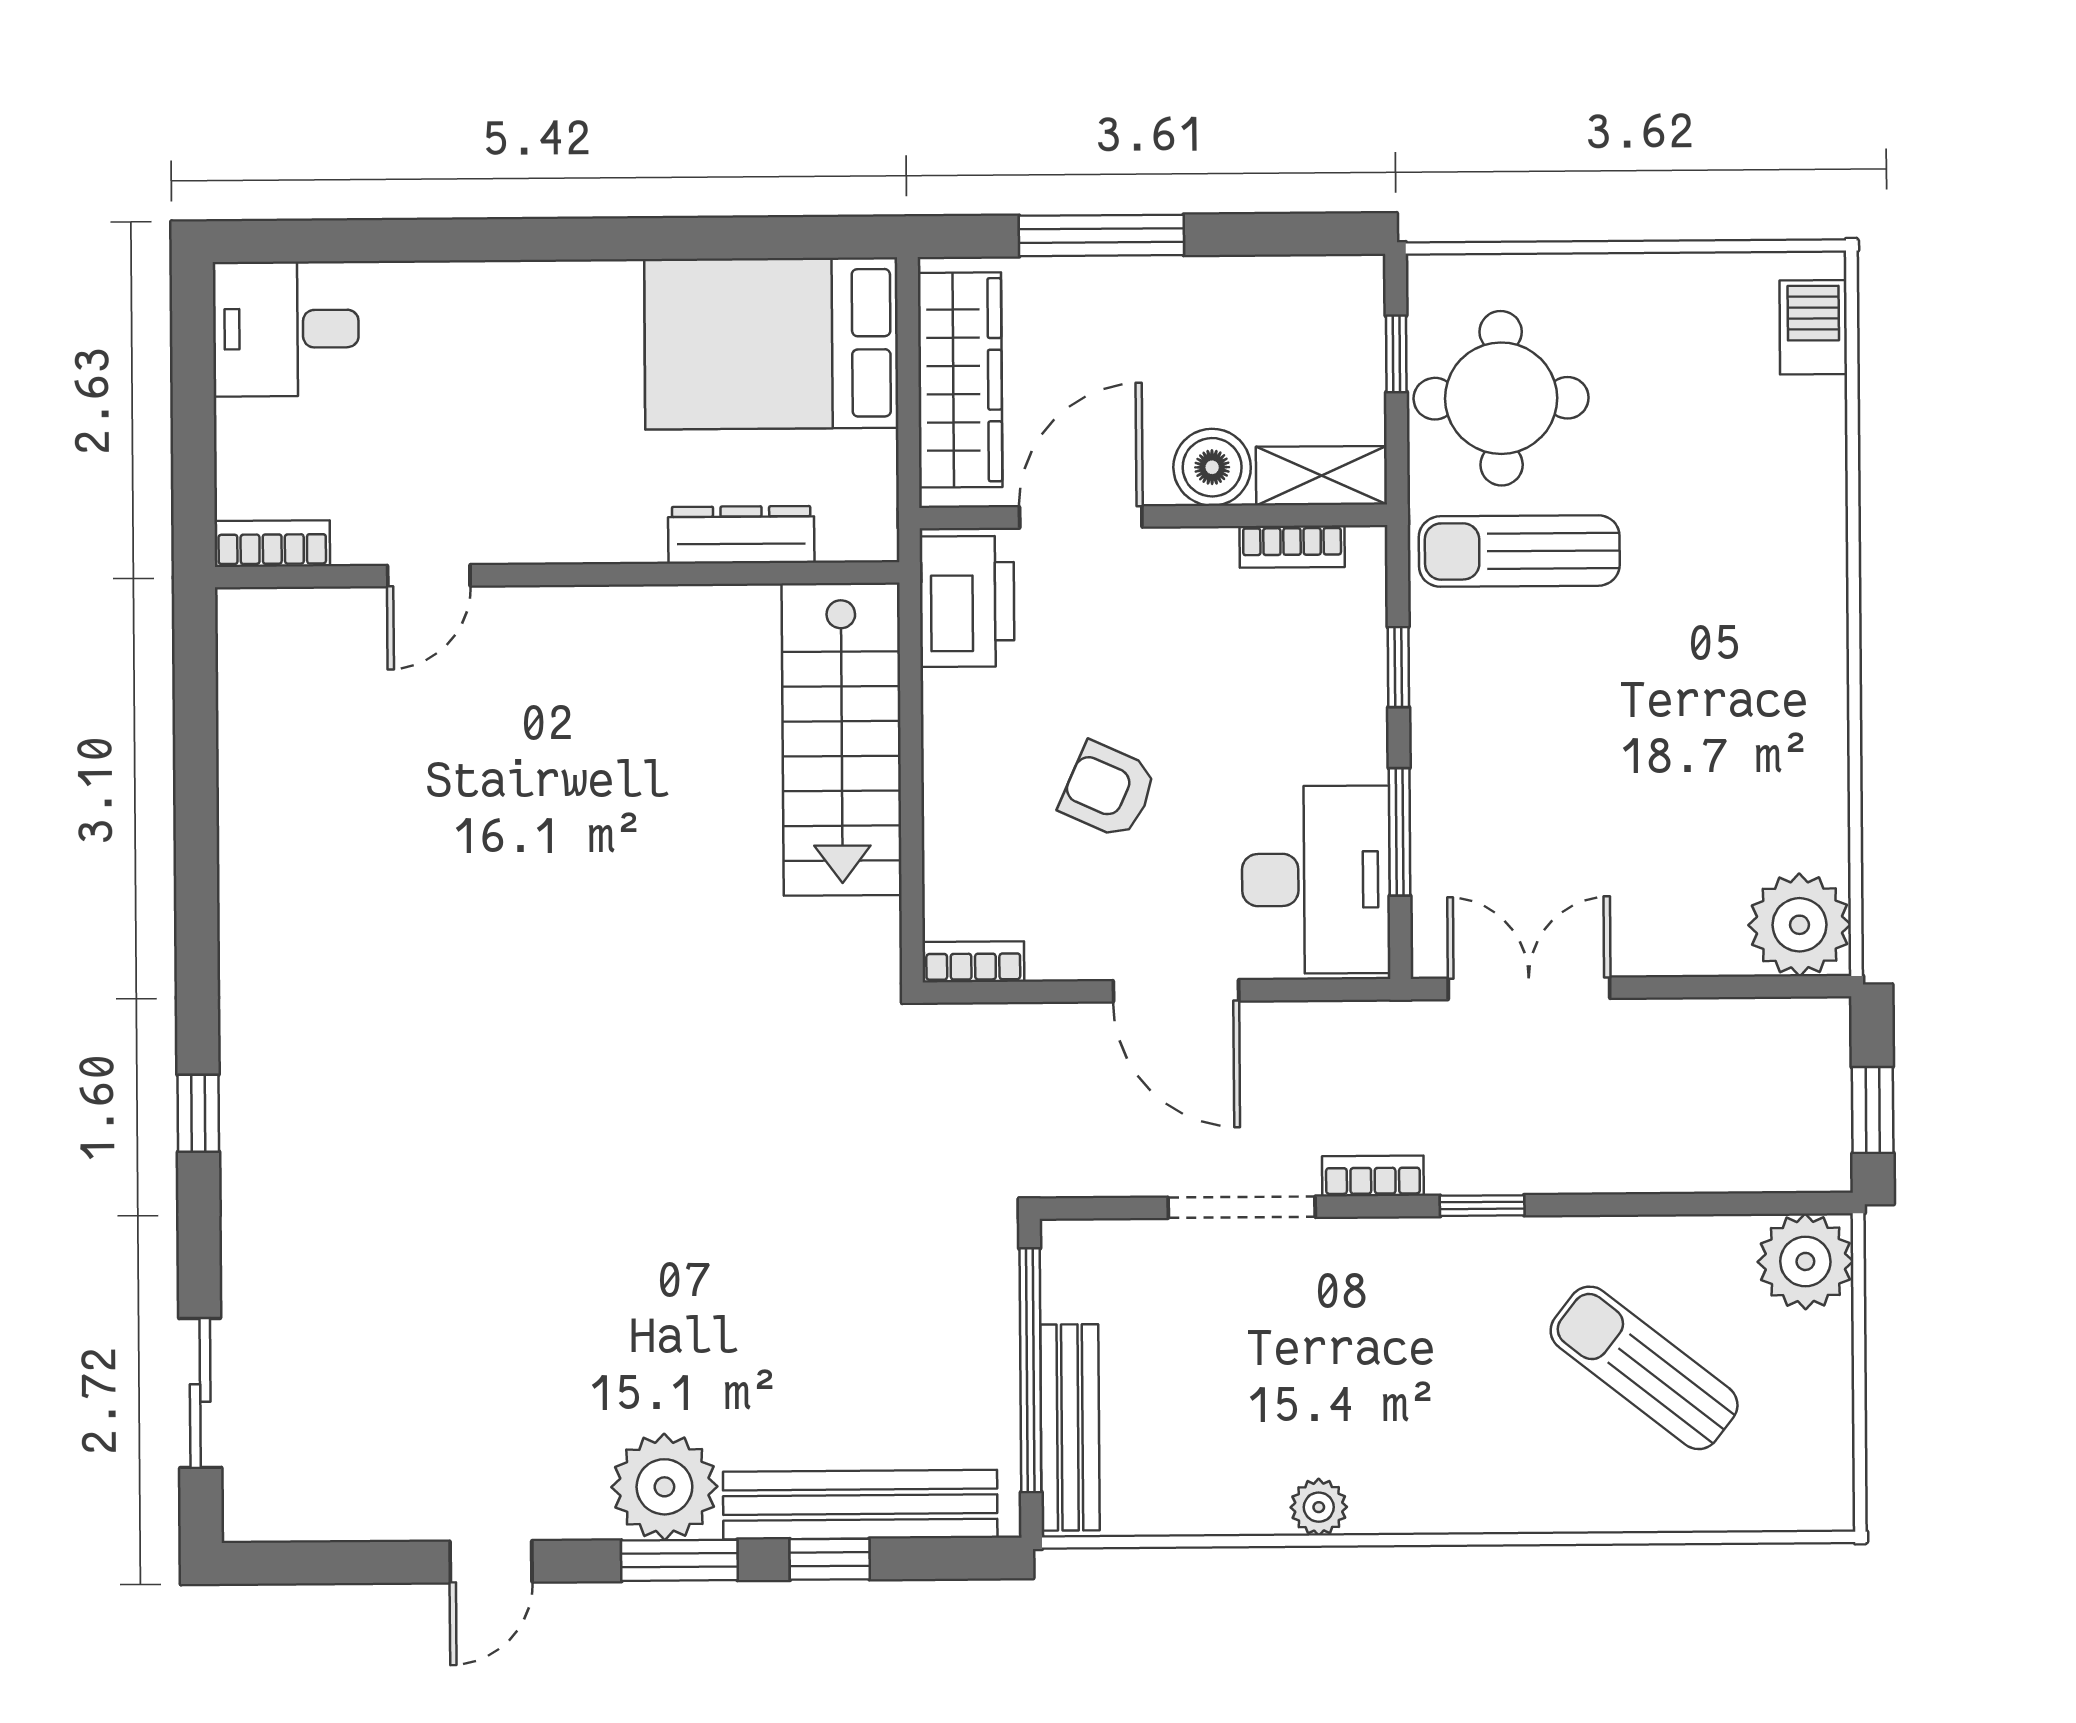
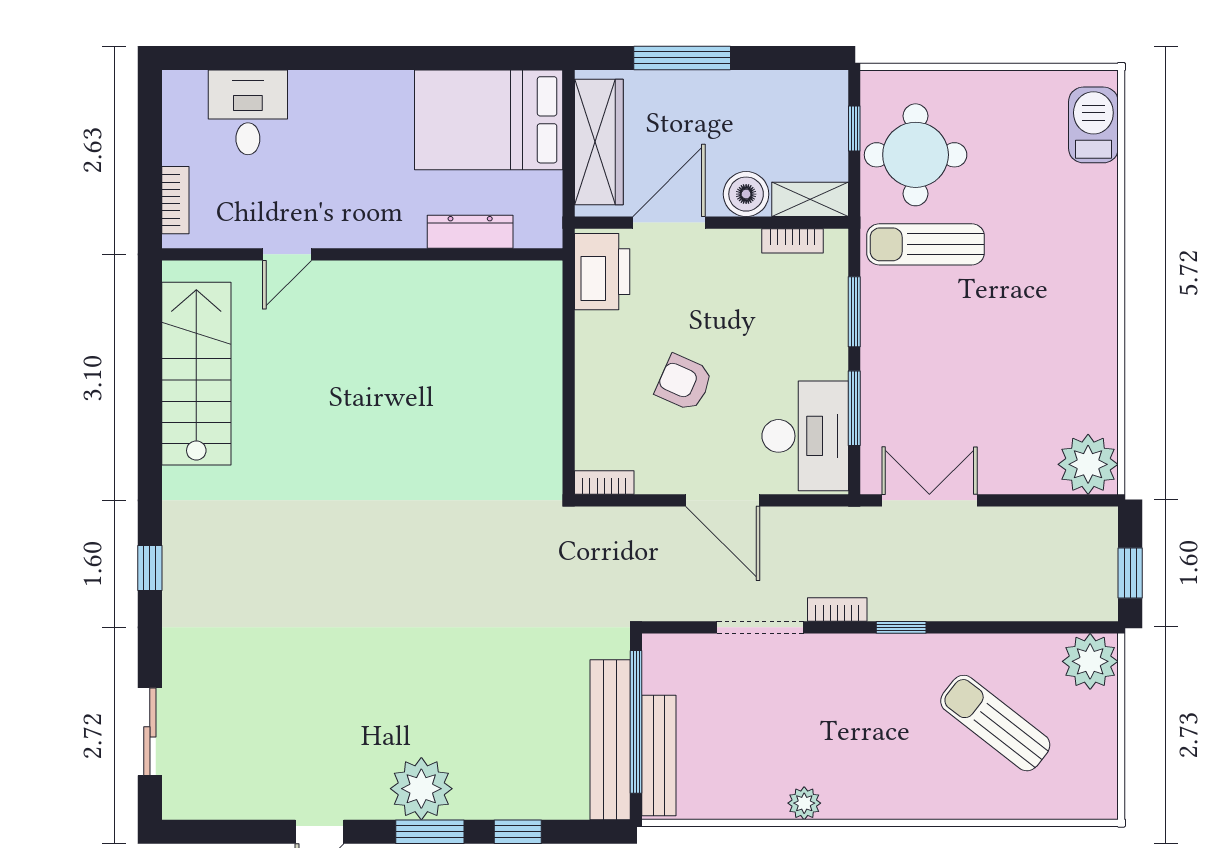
barbecue: (1813, 327) -> (1093, 125), width x1.38, depth x1.27
desk: (286, 329) -> (248, 112), moved, turned 90
bookcase: (272, 544) -> (175, 200), moved, turned 90
window: (1398, 667) -> (854, 312), width x1.50
stairs: (842, 739) -> (196, 374), moved, turned 180
bench: (860, 1505) -> (610, 740), moved, turned 90

